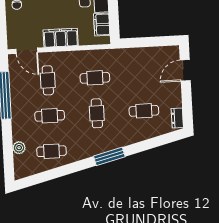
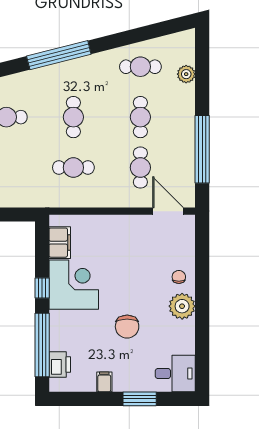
filing cabinet: (61, 38) -> (119, 227), removed
cafe table: (50, 116) -> (140, 117), turned 90
window: (109, 156) -> (59, 55), width x1.46

